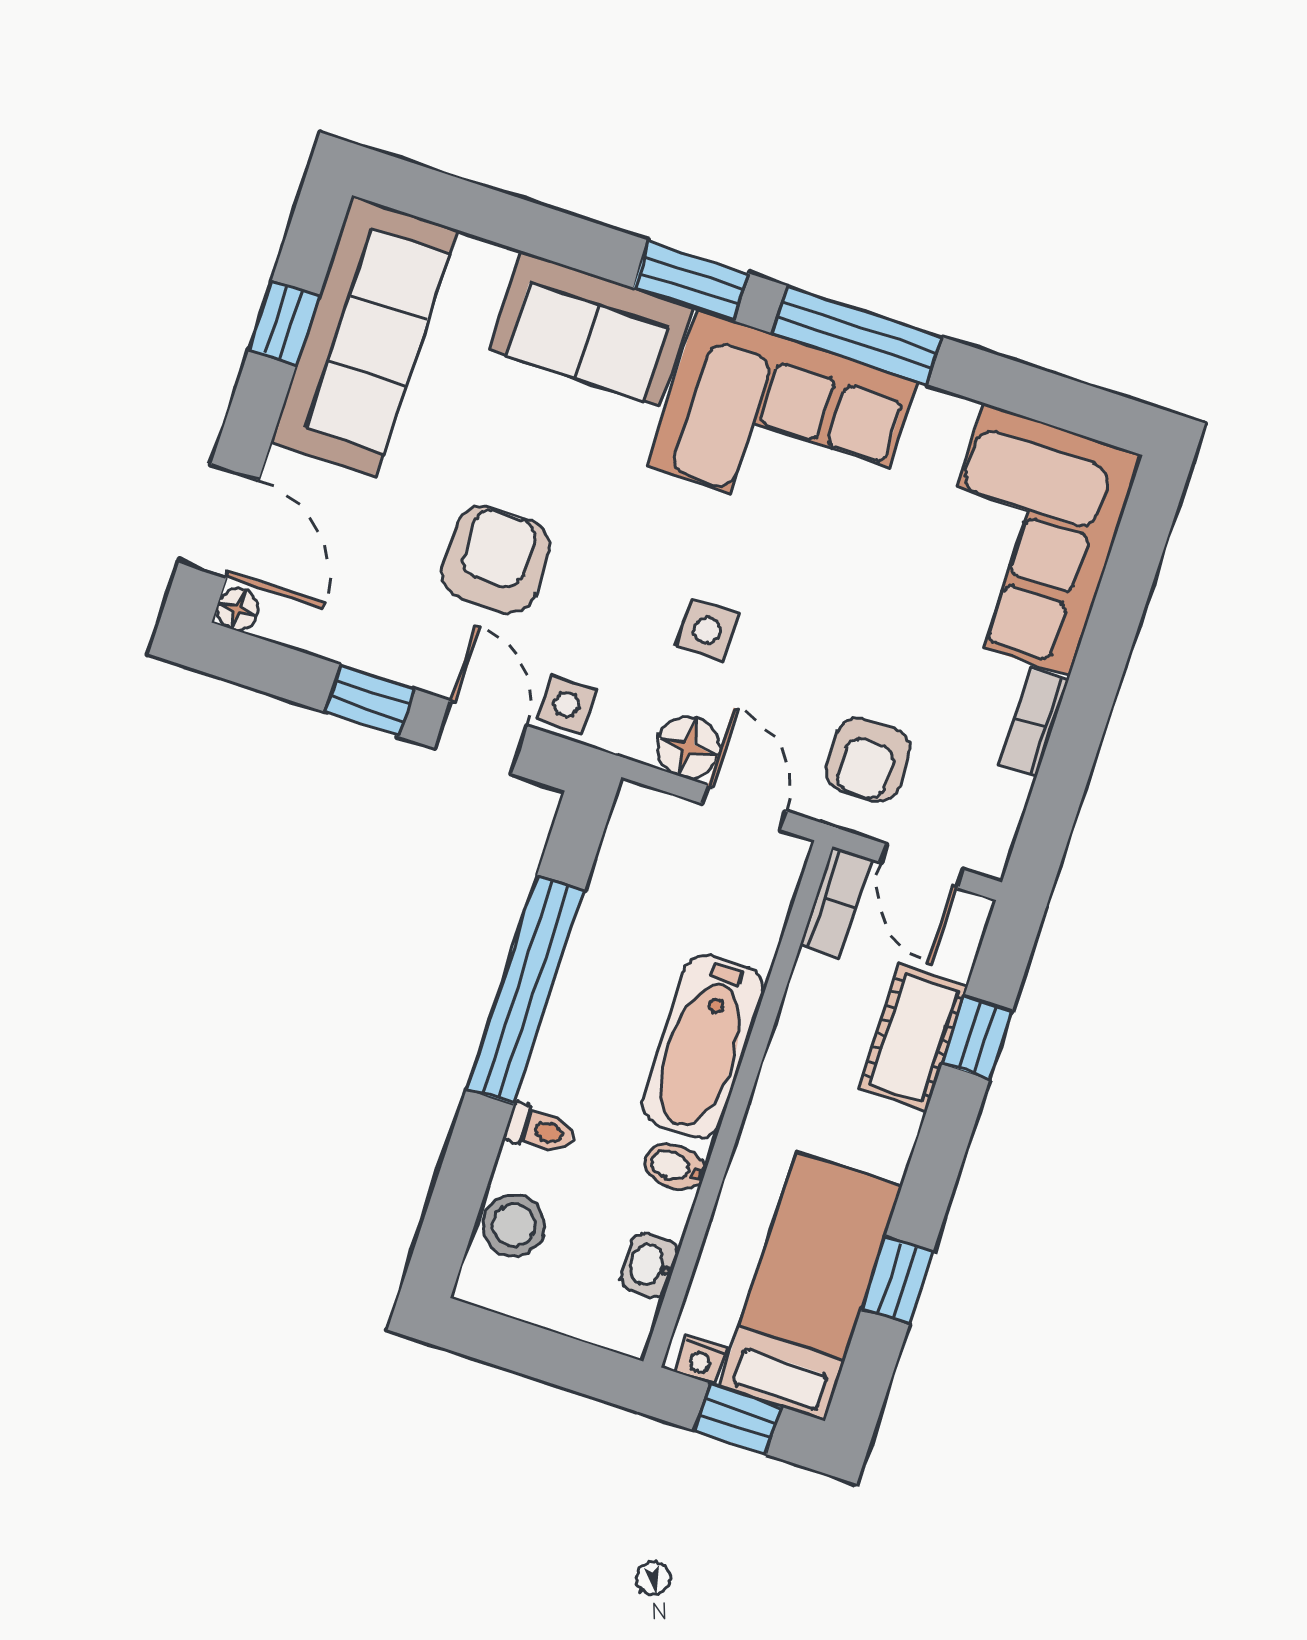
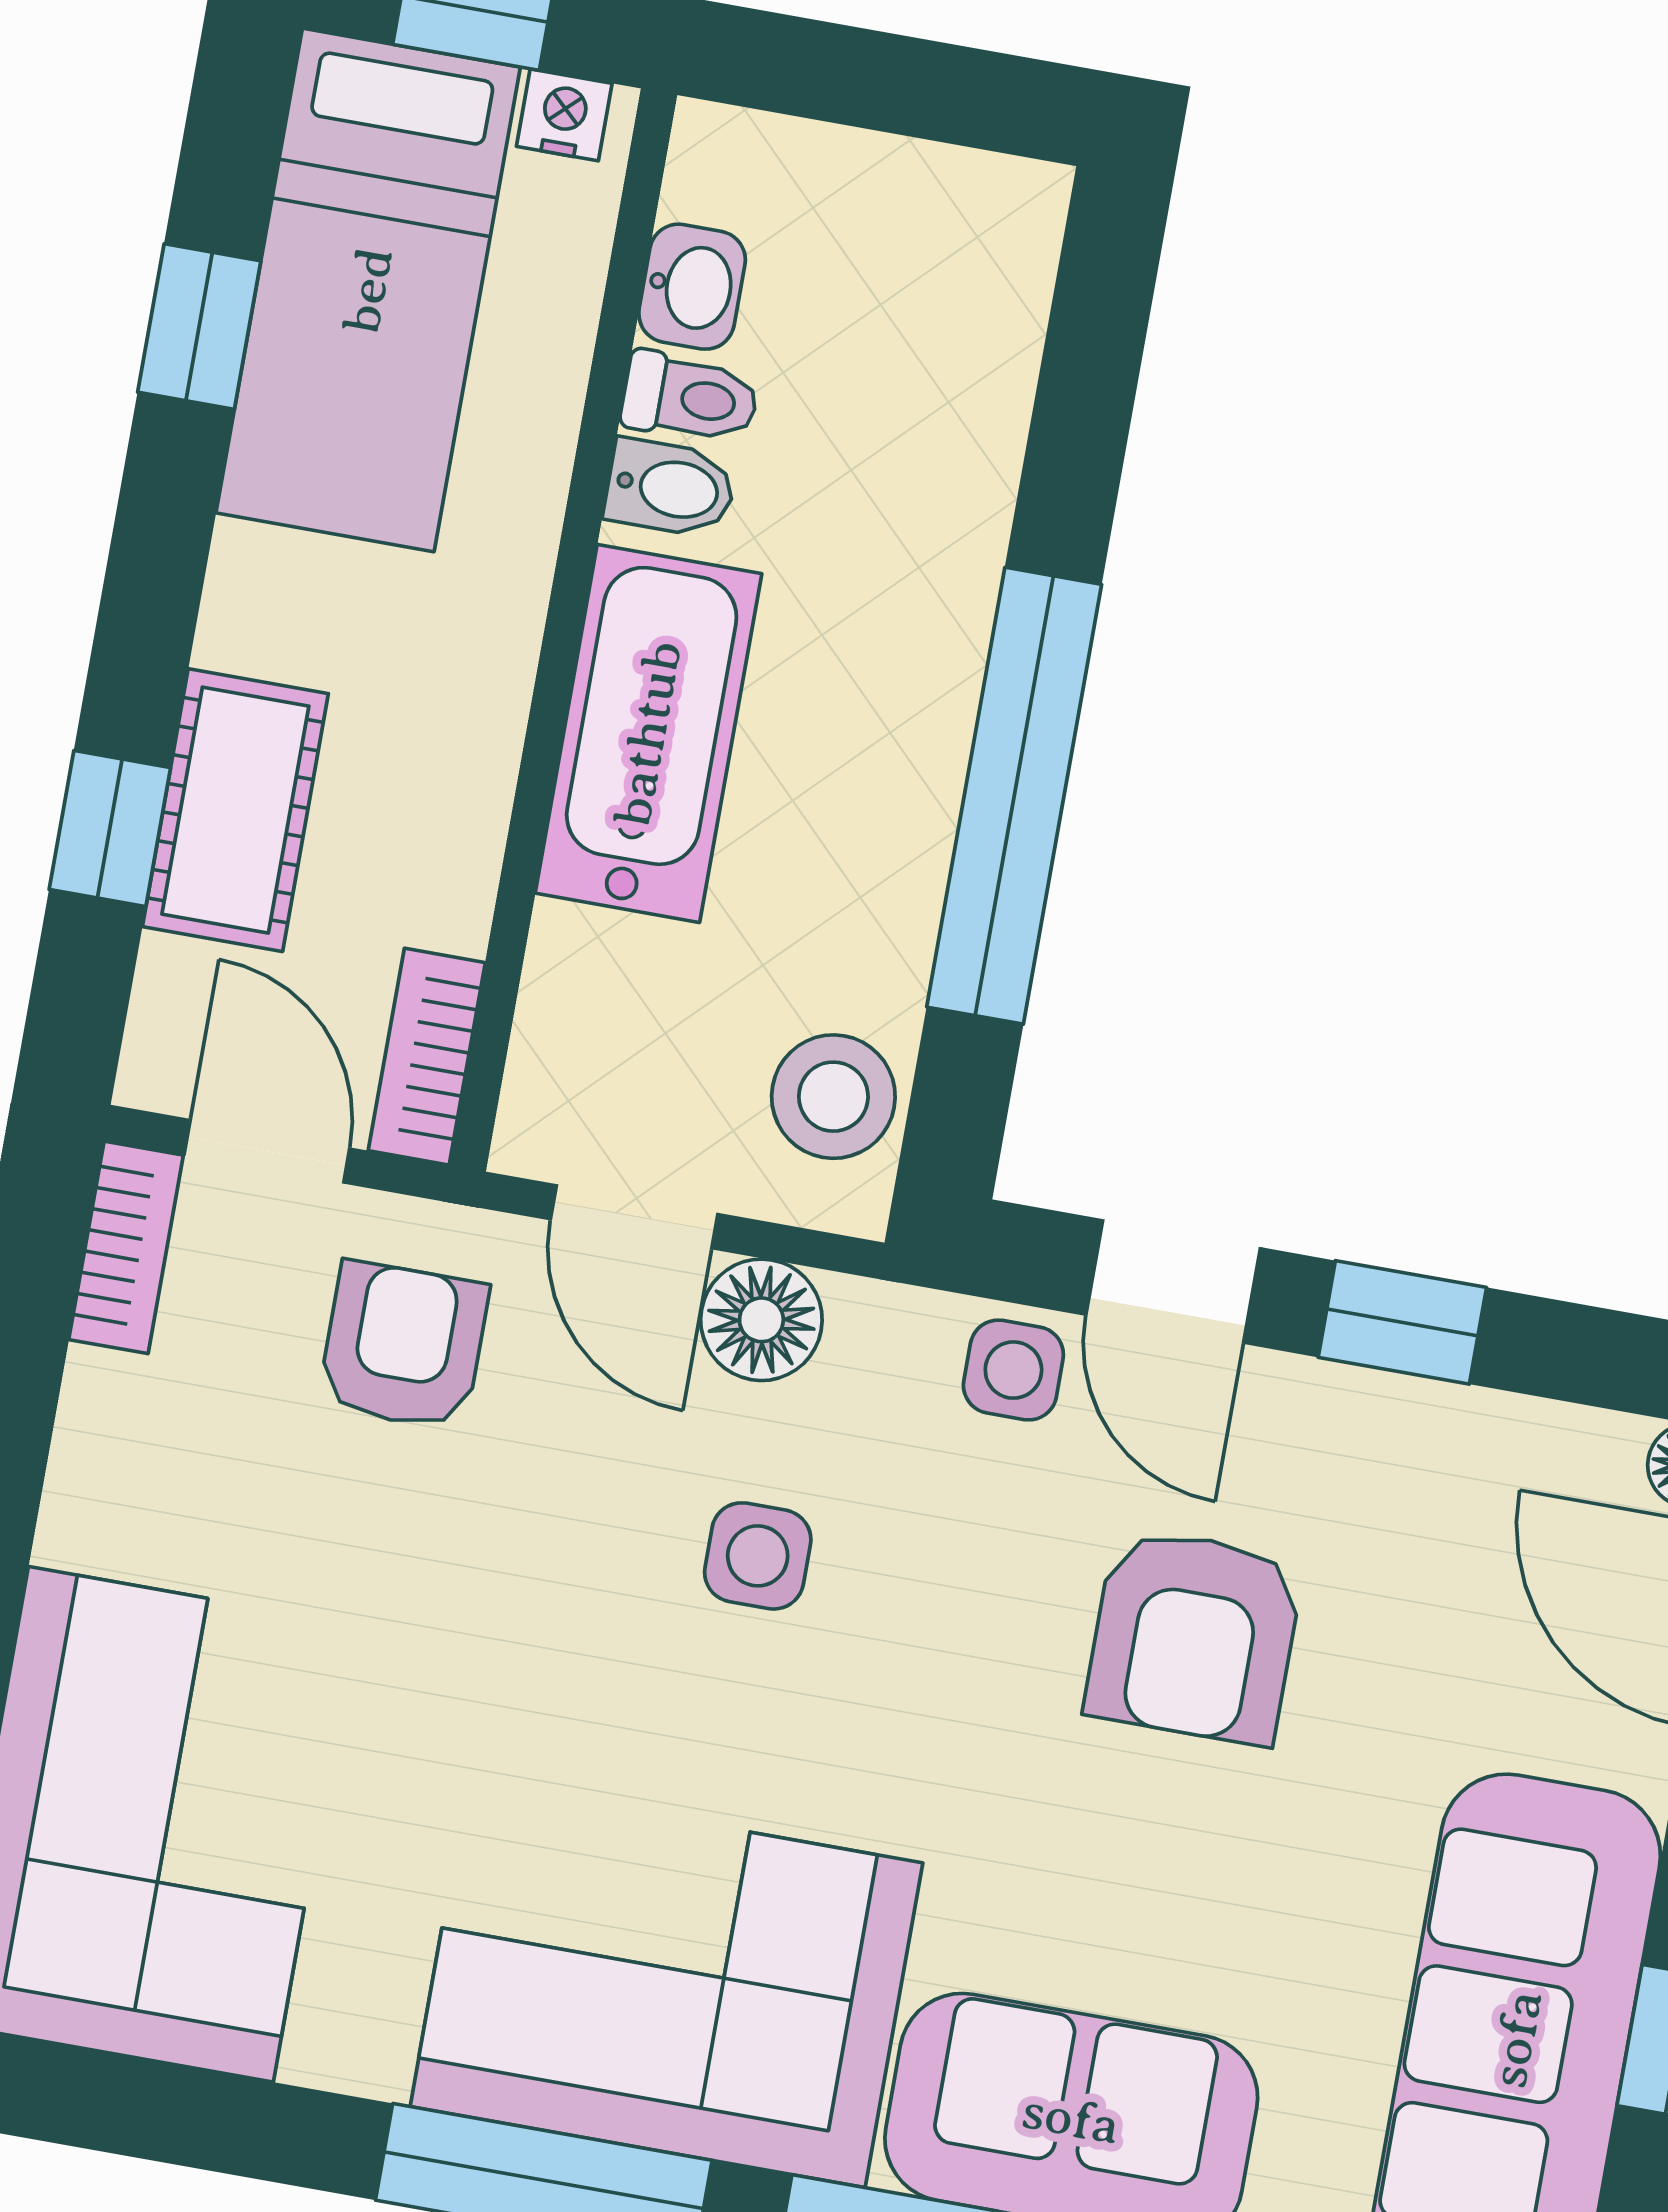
bookcase: (1033, 723) -> (126, 1247), moved
toilet: (540, 1130) -> (690, 398), moved, turned 180
stool: (514, 1225) -> (833, 1097), moved

